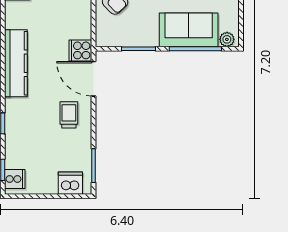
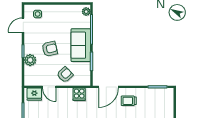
sofa: (189, 30) -> (81, 45), moved
cooker: (80, 50) -> (79, 94), moved
dishwasher: (70, 183) -> (167, 100), removed

